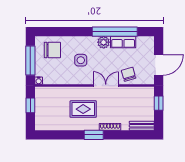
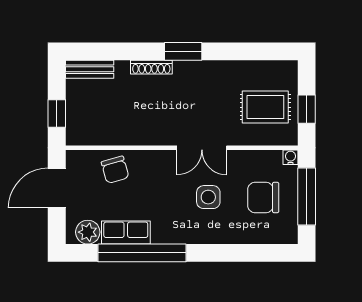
plant: (104, 42) -> (88, 232), moved
chair: (52, 50) -> (263, 197), moved
double door: (106, 86) -> (202, 148), moved
rug: (83, 109) -> (265, 107), moved

